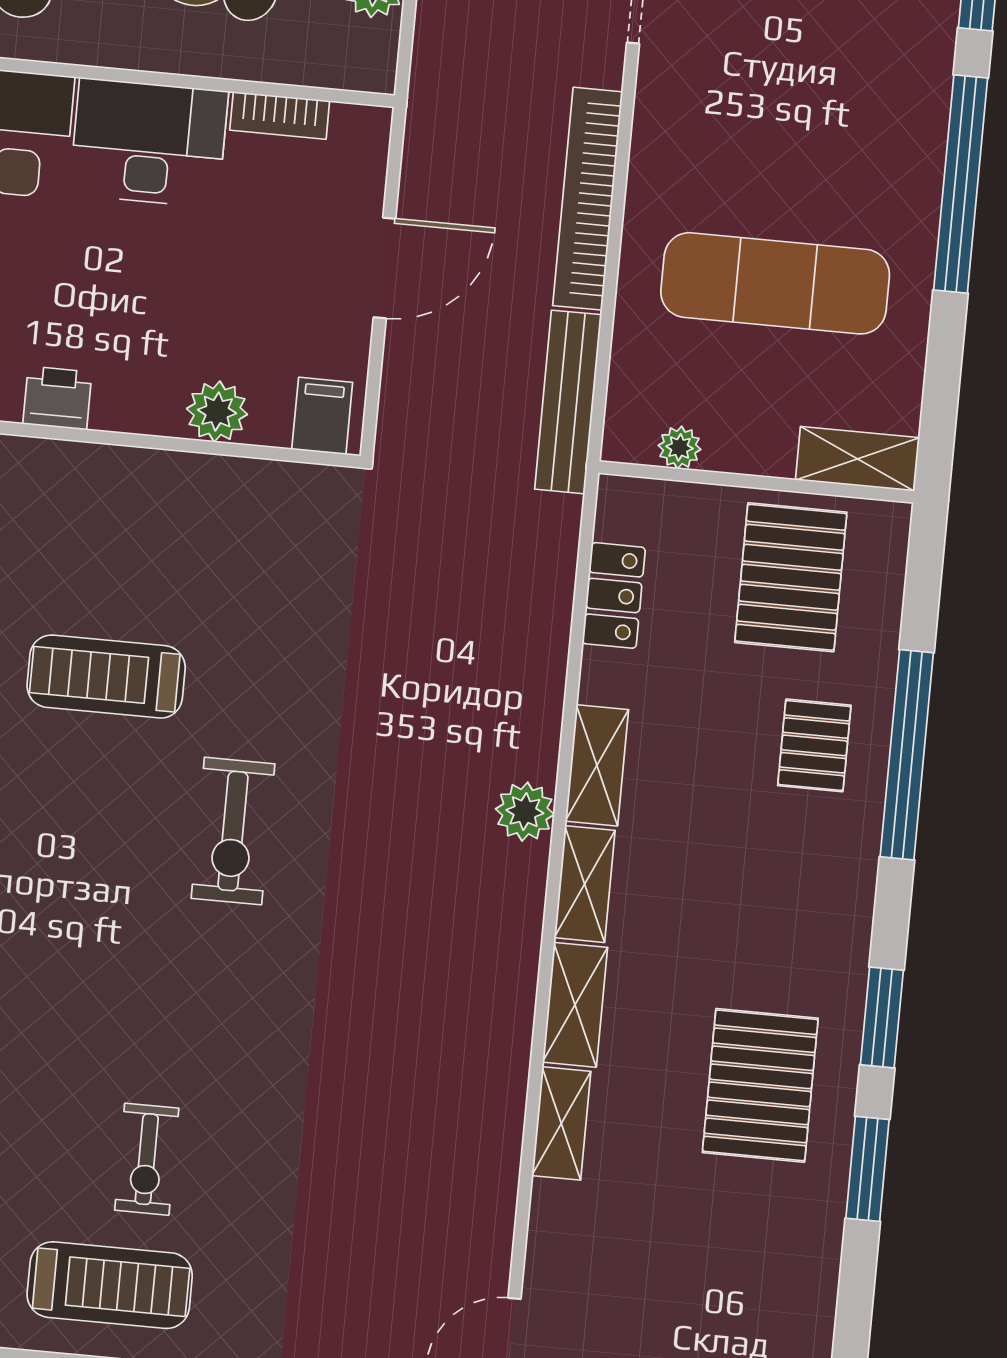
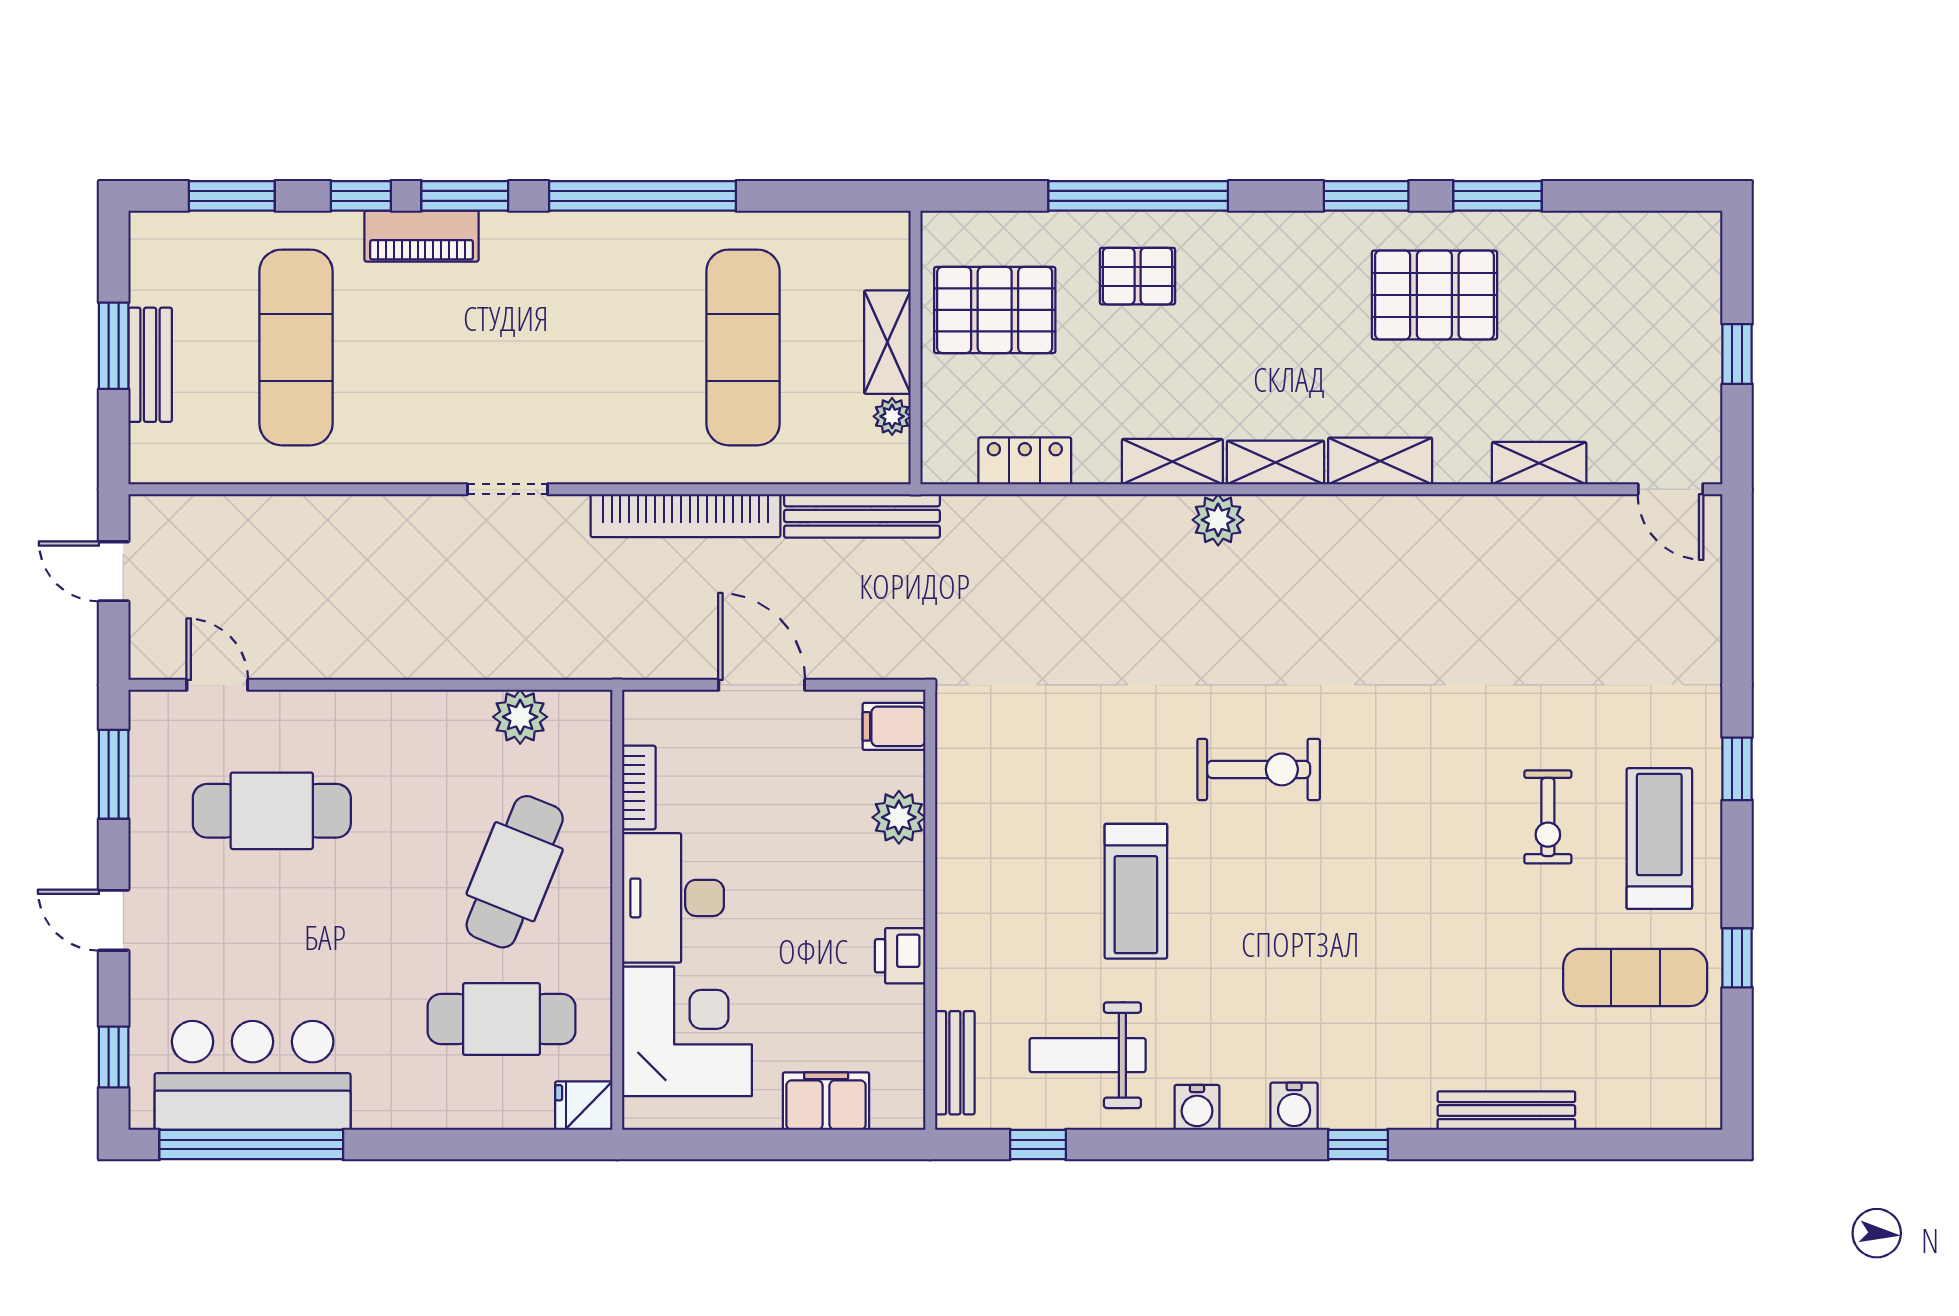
shelving: (857, 459) -> (887, 342), moved
shelving: (561, 1123) -> (1539, 463), moved
exercise bike: (147, 1159) -> (1548, 817), turned 90

